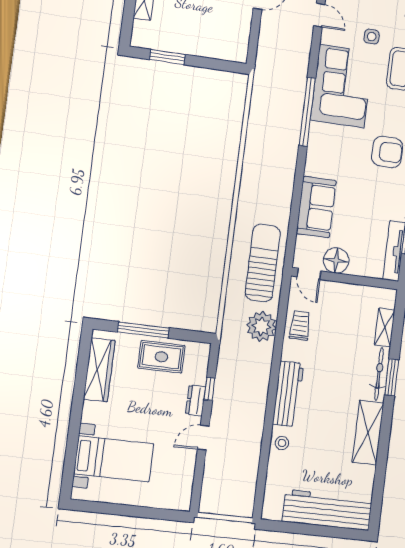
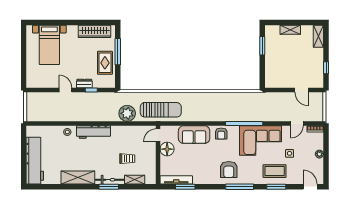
armchair: (320, 157) -> (221, 134), added
trolley: (300, 325) -> (127, 159), moved

